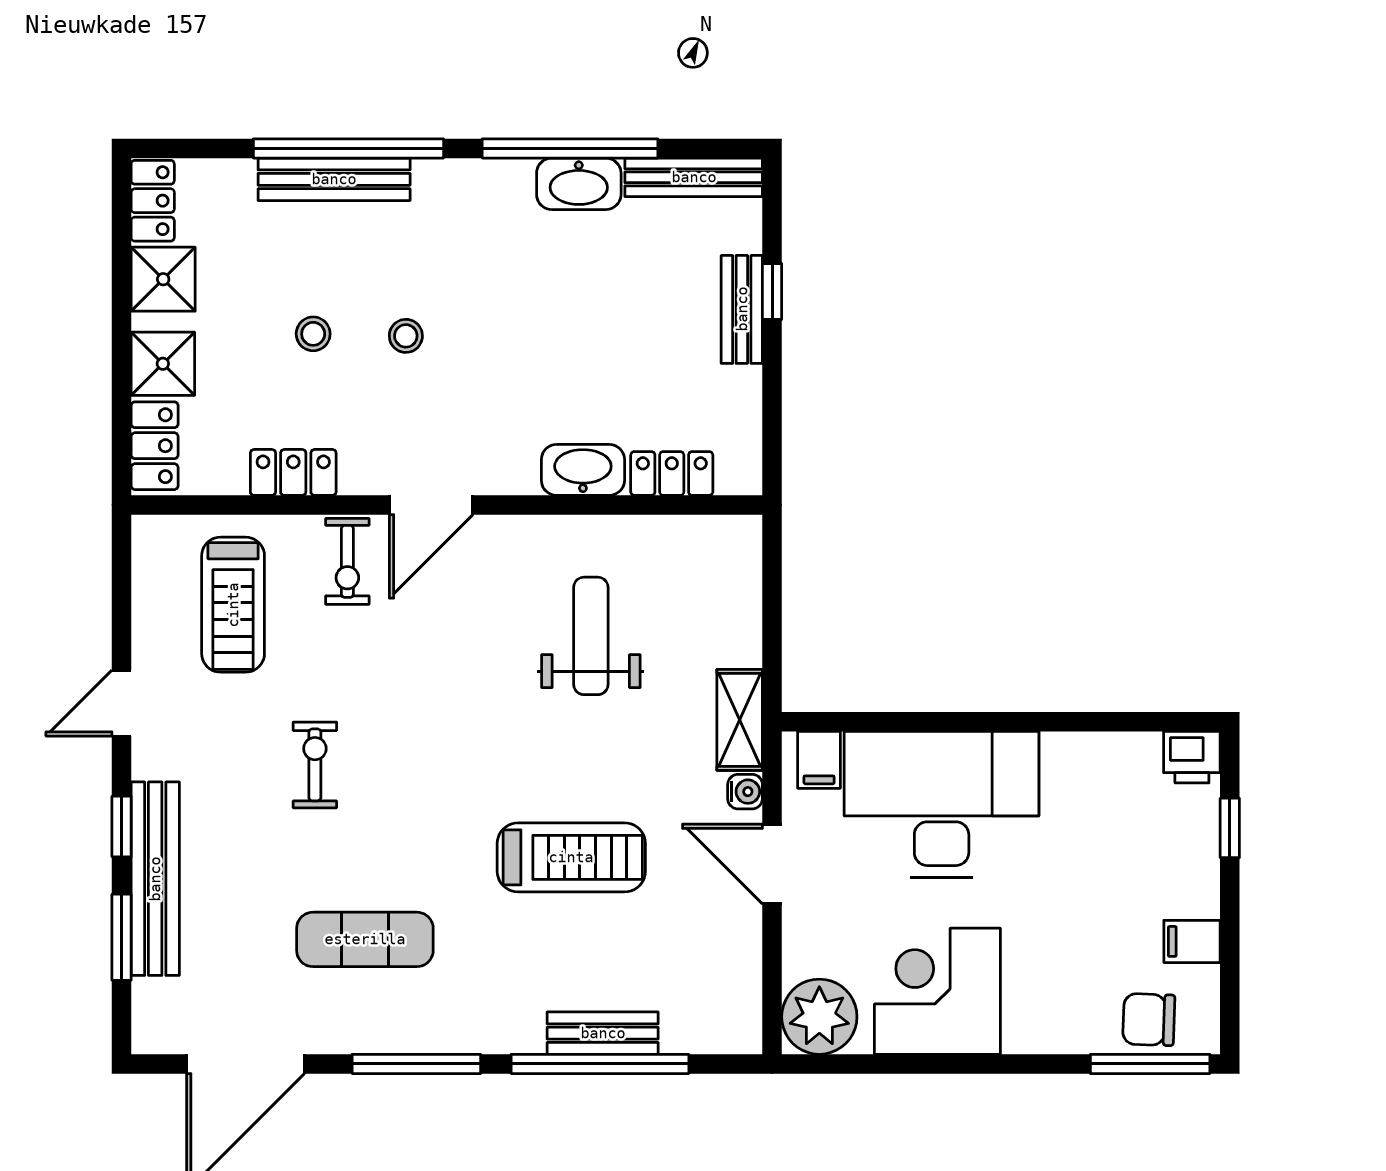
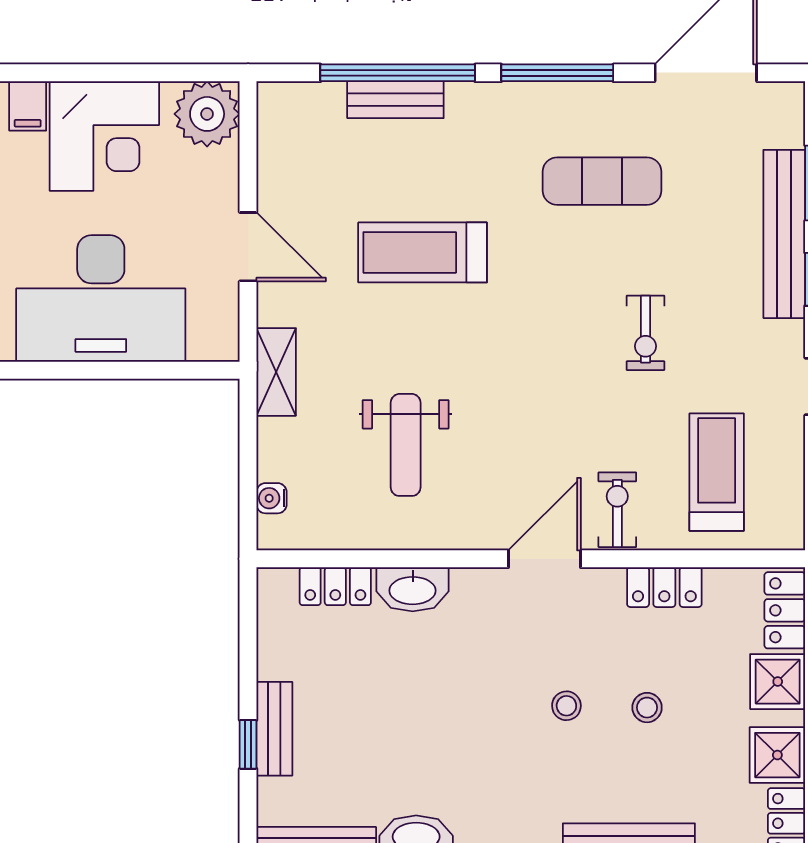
filing cabinet: (819, 760) -> (28, 106), moved, turned 180
water cooler: (745, 792) -> (272, 498), moved

